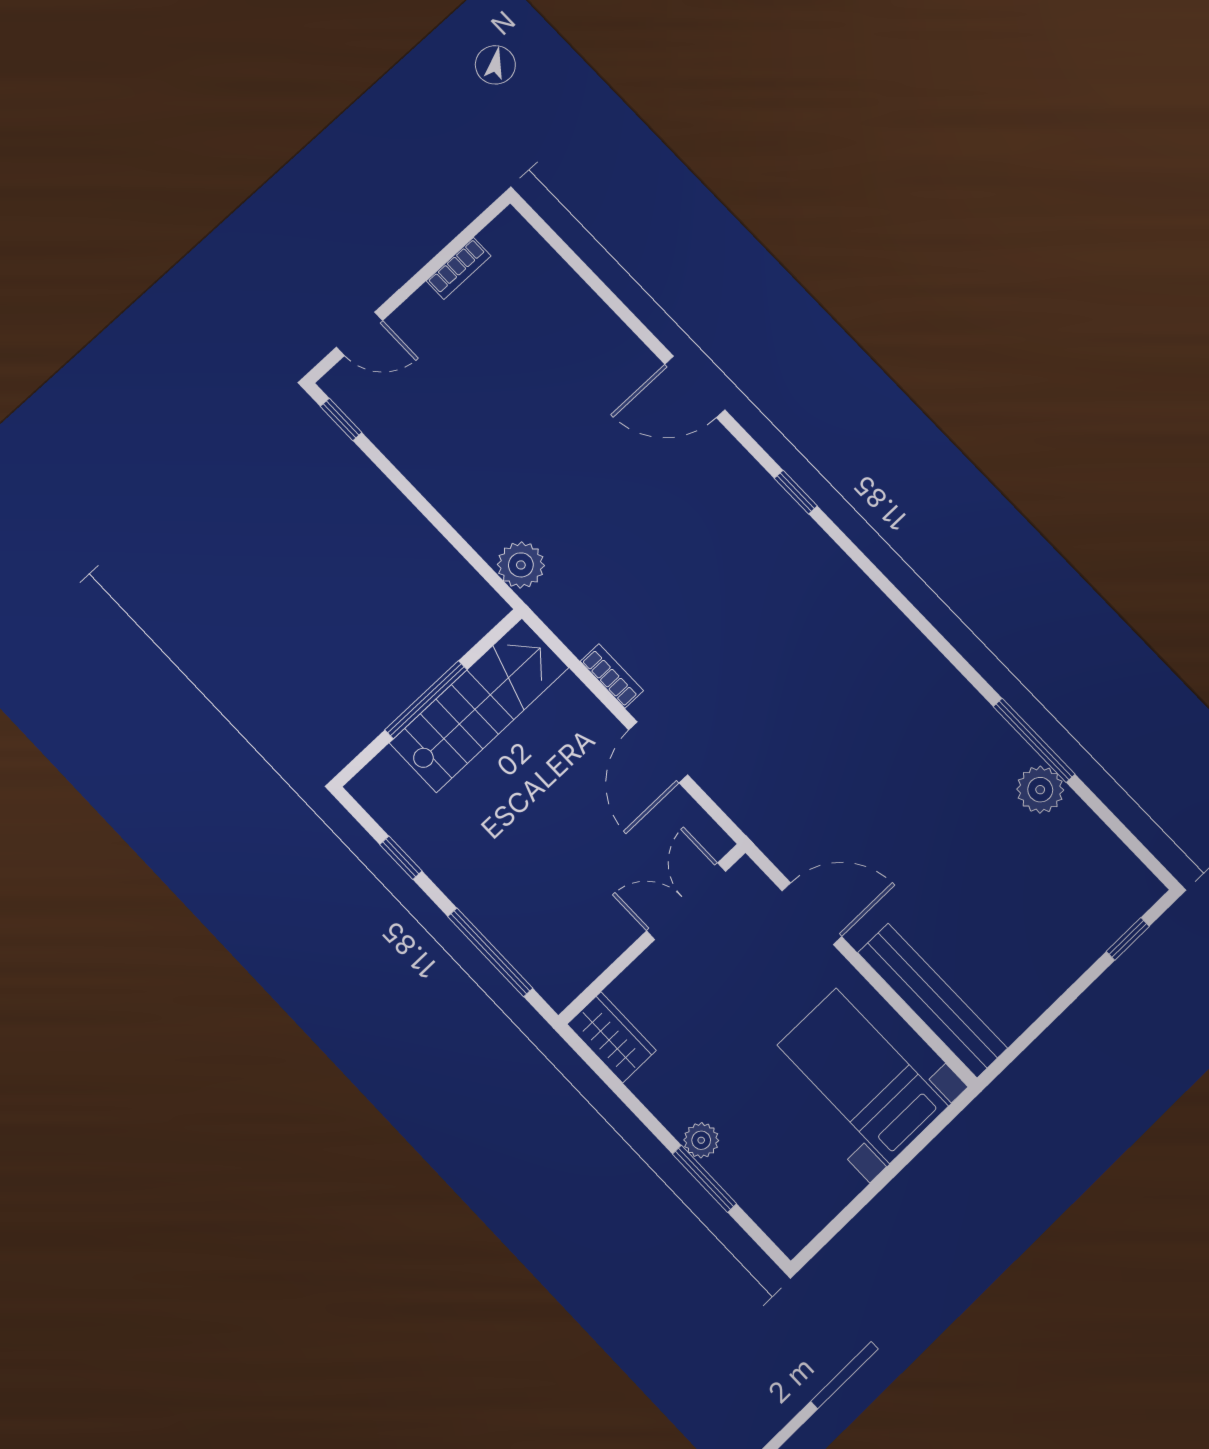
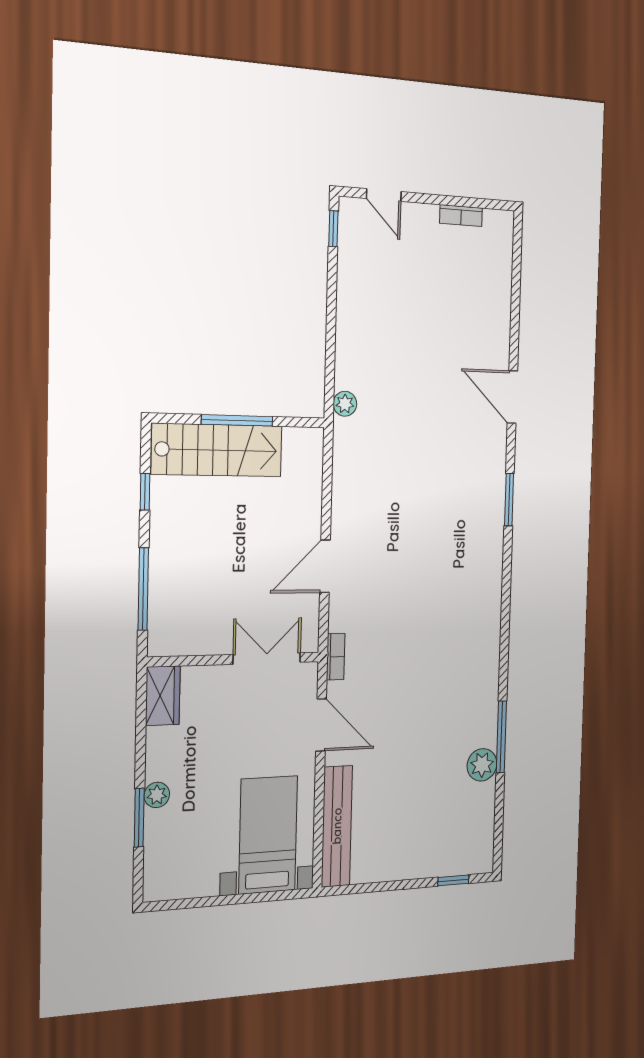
window: (796, 492) -> (509, 500), width x1.50
plant: (521, 565) -> (345, 404), width x0.73, depth x0.73
bookcase: (612, 676) -> (336, 657), moved
stairs: (479, 705) -> (217, 450), moved

